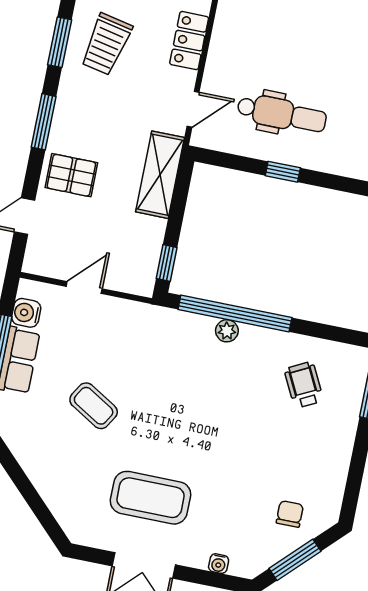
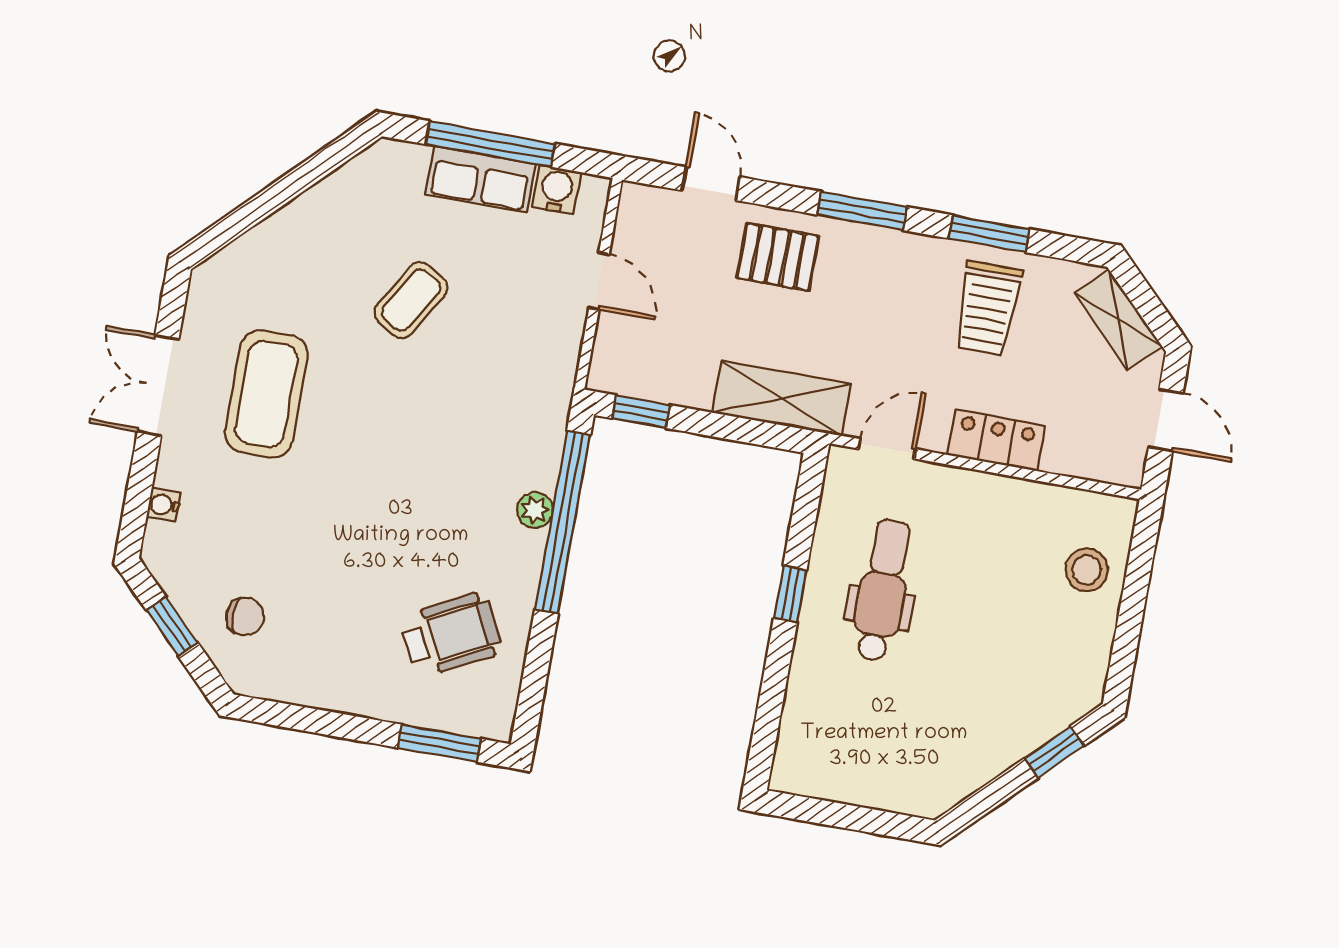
trolley: (106, 44) -> (988, 308), turned -102
door: (193, 109) -> (887, 449), swing flipped
dental chair: (282, 114) -> (882, 590), turned 180
pallet: (71, 175) -> (778, 257), turned 90
wheelchair: (304, 385) -> (451, 635), width x1.36, depth x1.37
window: (295, 560) -> (172, 626), width x0.67

